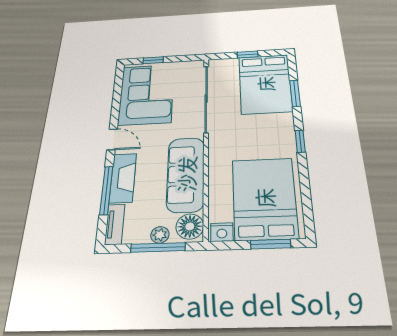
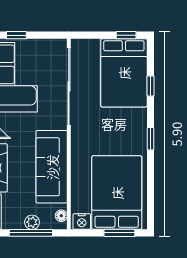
window: (248, 54) -> (126, 35), moved
window: (295, 93) -> (150, 86), width x0.67
floor lamp: (190, 226) -> (61, 216), width x0.53, depth x0.53

